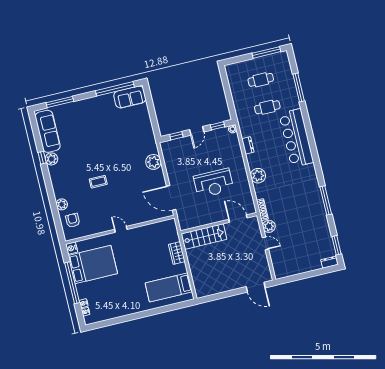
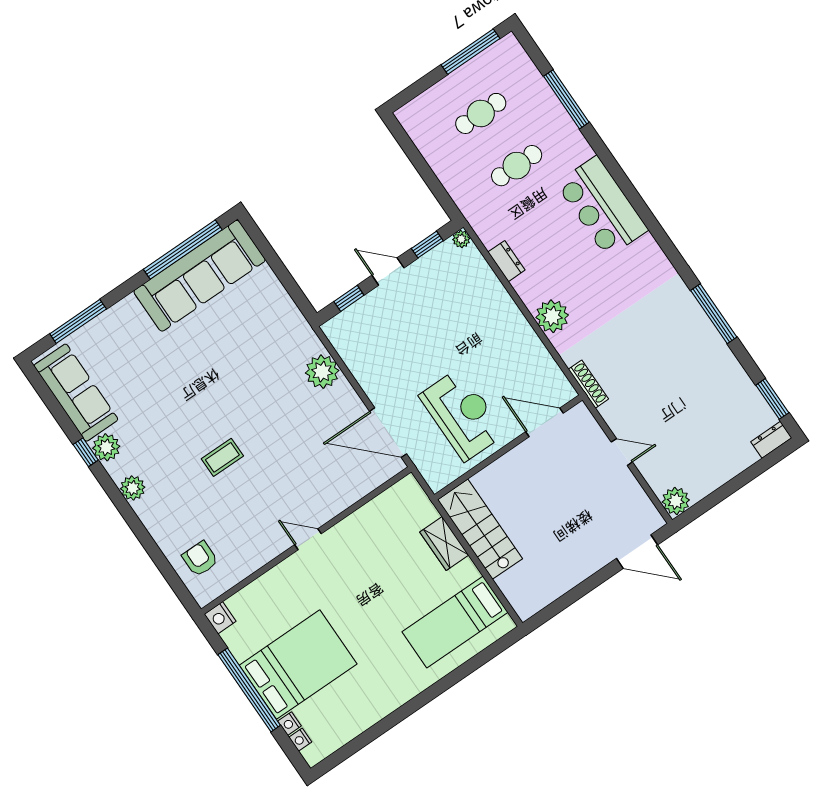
sofa: (130, 97) -> (200, 276), width x1.85, depth x1.27
door: (197, 131) -> (388, 272), swing flipped
bar counter: (296, 138) -> (602, 207), width x0.73
reception desk: (214, 183) -> (462, 415), moved, turned -90
plant: (62, 204) -> (133, 488), moved
plant: (269, 226) -> (676, 501), moved
stairs: (204, 236) -> (480, 529), moved, turned -90
bed: (93, 265) -> (298, 665), moved

